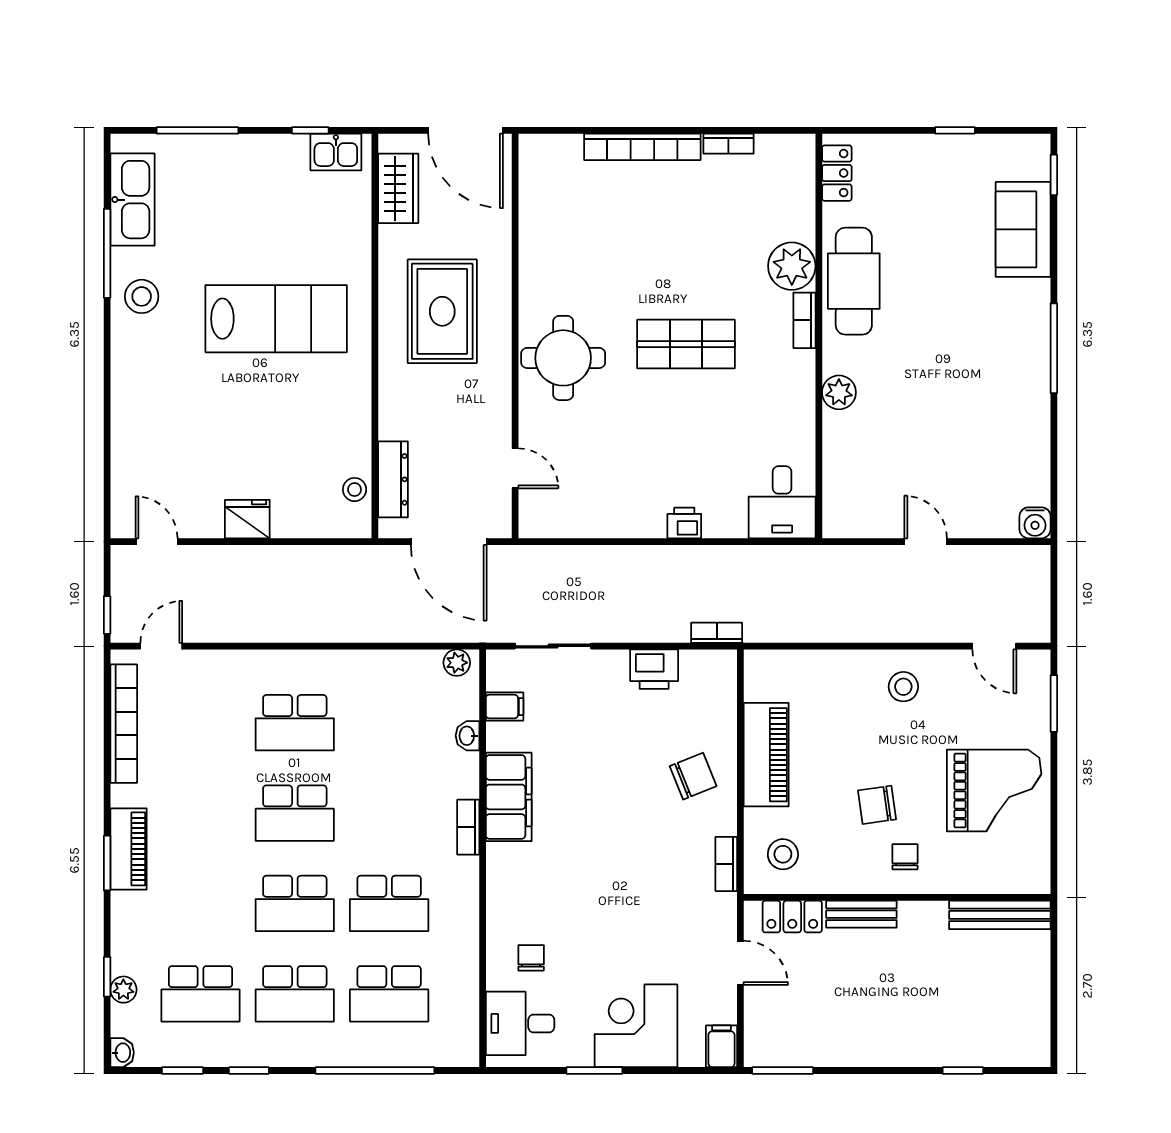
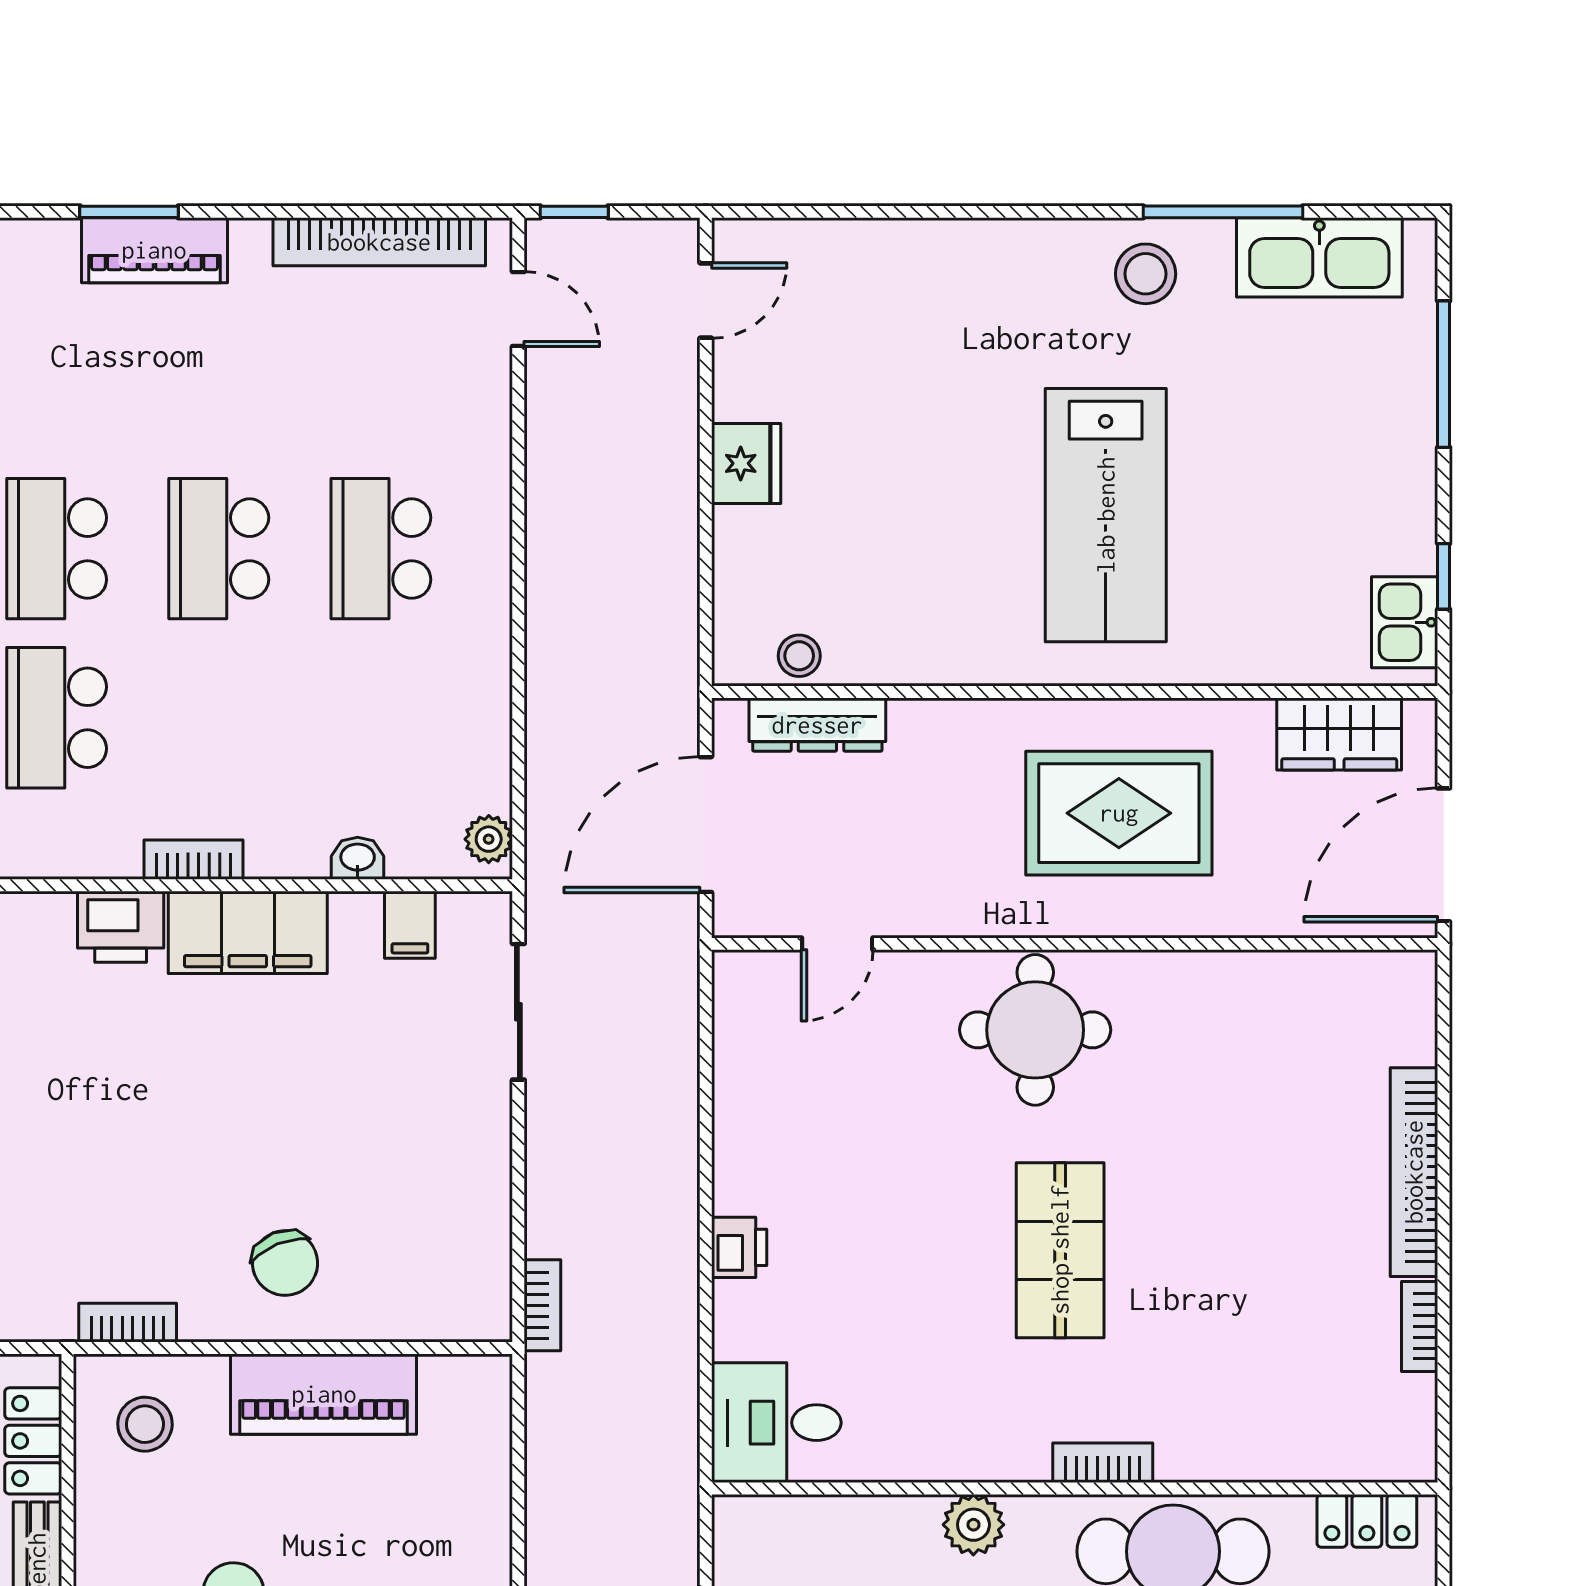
plant: (792, 266) -> (1200, 1440), removed
printer: (654, 669) -> (121, 927), moved, turned -90

